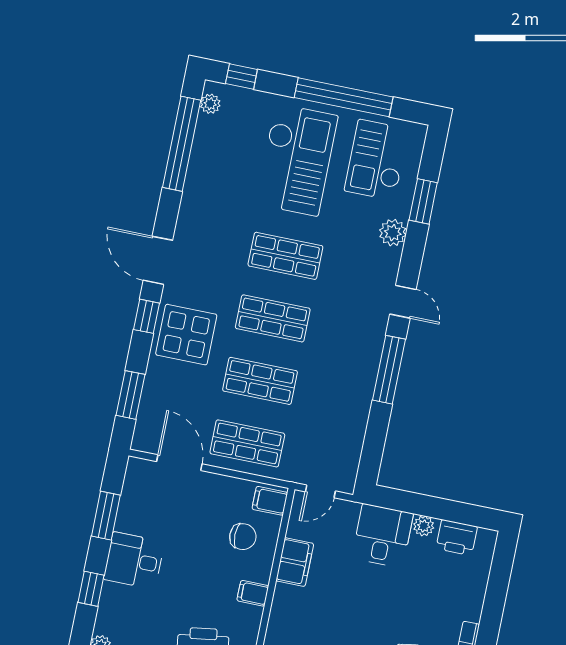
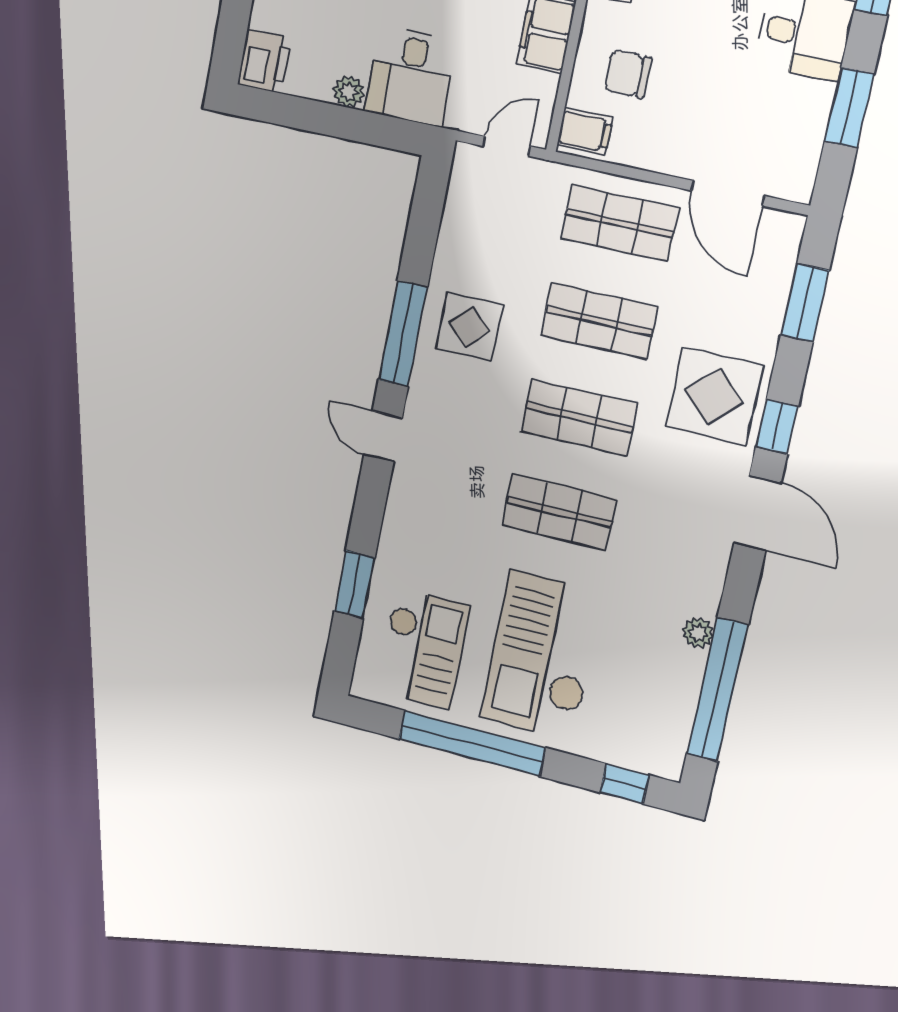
plant: (210, 104) -> (698, 633), moved
plant: (393, 233) -> (399, 540), removed
display table: (345, 375) -> (469, 327), added
printer: (457, 538) -> (264, 61), moved, turned 90

